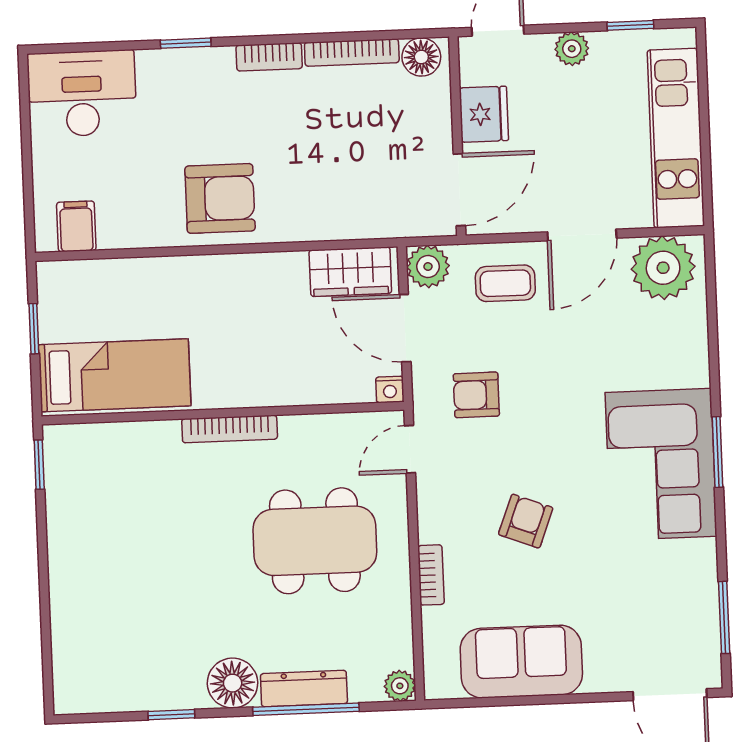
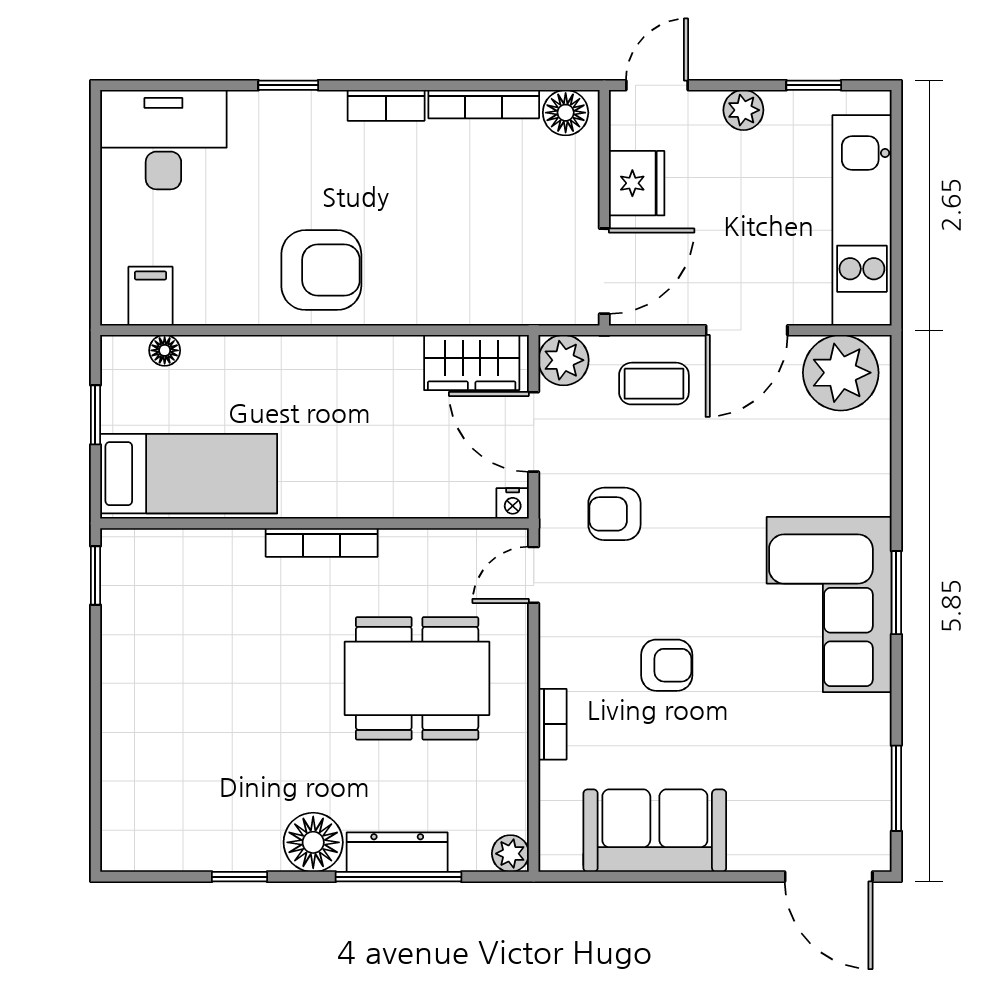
floor lamp: (90, 272) -> (165, 350), added
armchair: (526, 521) -> (667, 665), turned 69

